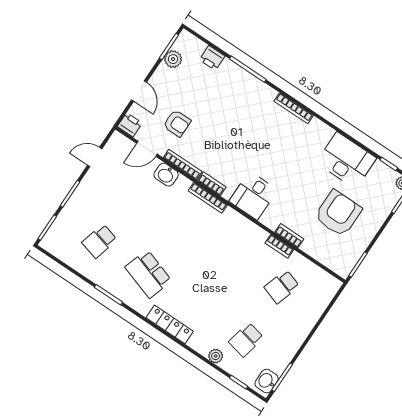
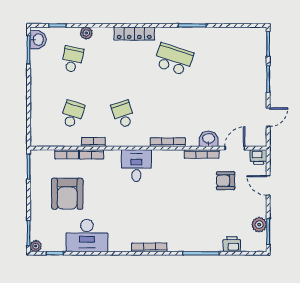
bookcase: (212, 184) -> (67, 154), moved
school desk: (99, 241) -> (123, 114), moved, turned -33

